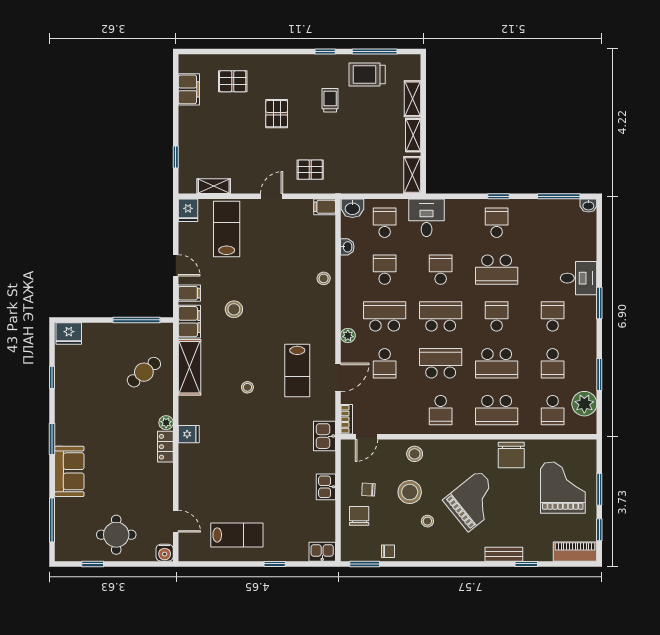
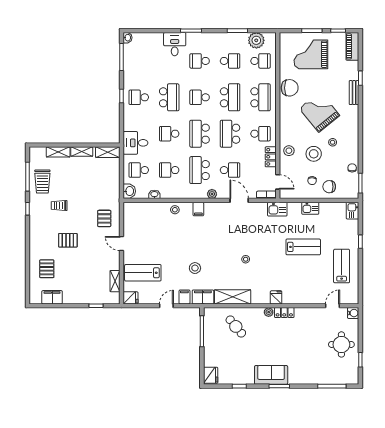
filing cabinet: (325, 207) -> (198, 209), moved
lab bench: (297, 370) -> (303, 247), moved
locker: (405, 426) -> (271, 157), added
sofa: (69, 471) -> (271, 375), moved

